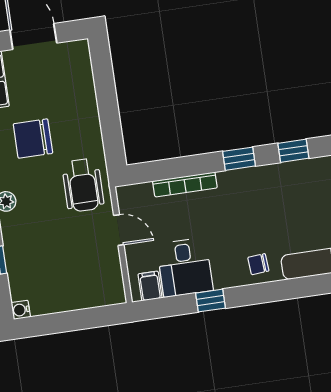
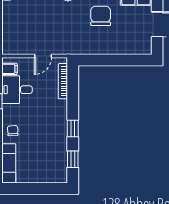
bookcase: (185, 184) -> (63, 81), moved
wheelchair: (83, 185) -> (71, 40), removed

